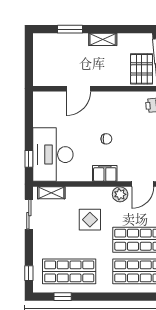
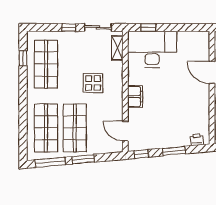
chair: (106, 139) -> (166, 98), removed
plant: (120, 194) -> (116, 110), removed
window: (29, 273) -> (69, 27), moved

